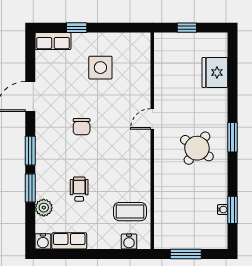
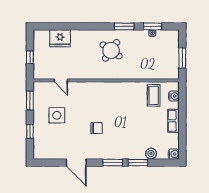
window: (122, 28) -> (30, 100), added
row of seats: (53, 41) -> (39, 147), removed
door: (152, 119) -> (61, 80), moved
window: (233, 137) -> (124, 26), moved
wheelchair: (79, 189) -> (139, 130), removed
row of seats: (69, 241) -> (173, 121), moved

